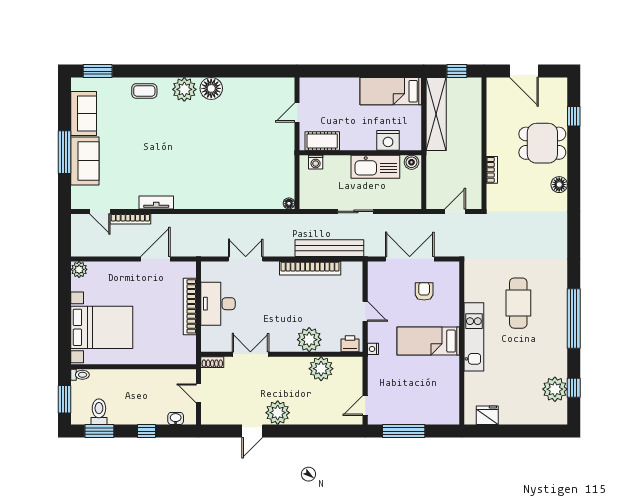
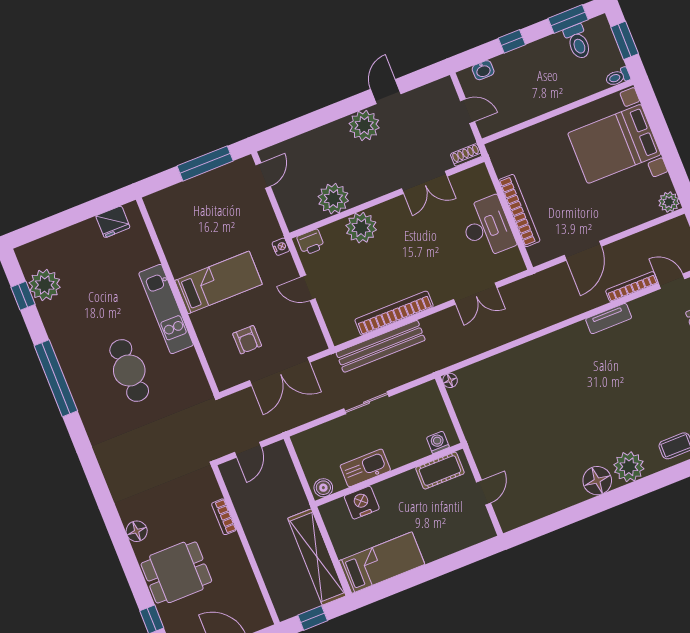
kitchen sink: (375, 167) -> (365, 468), width x0.73, depth x0.81

